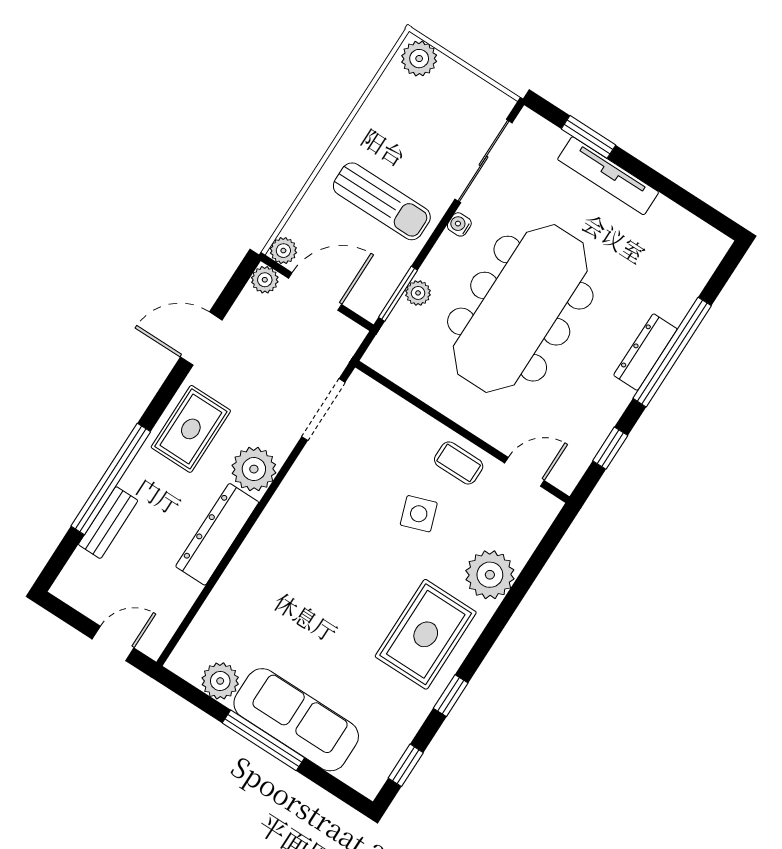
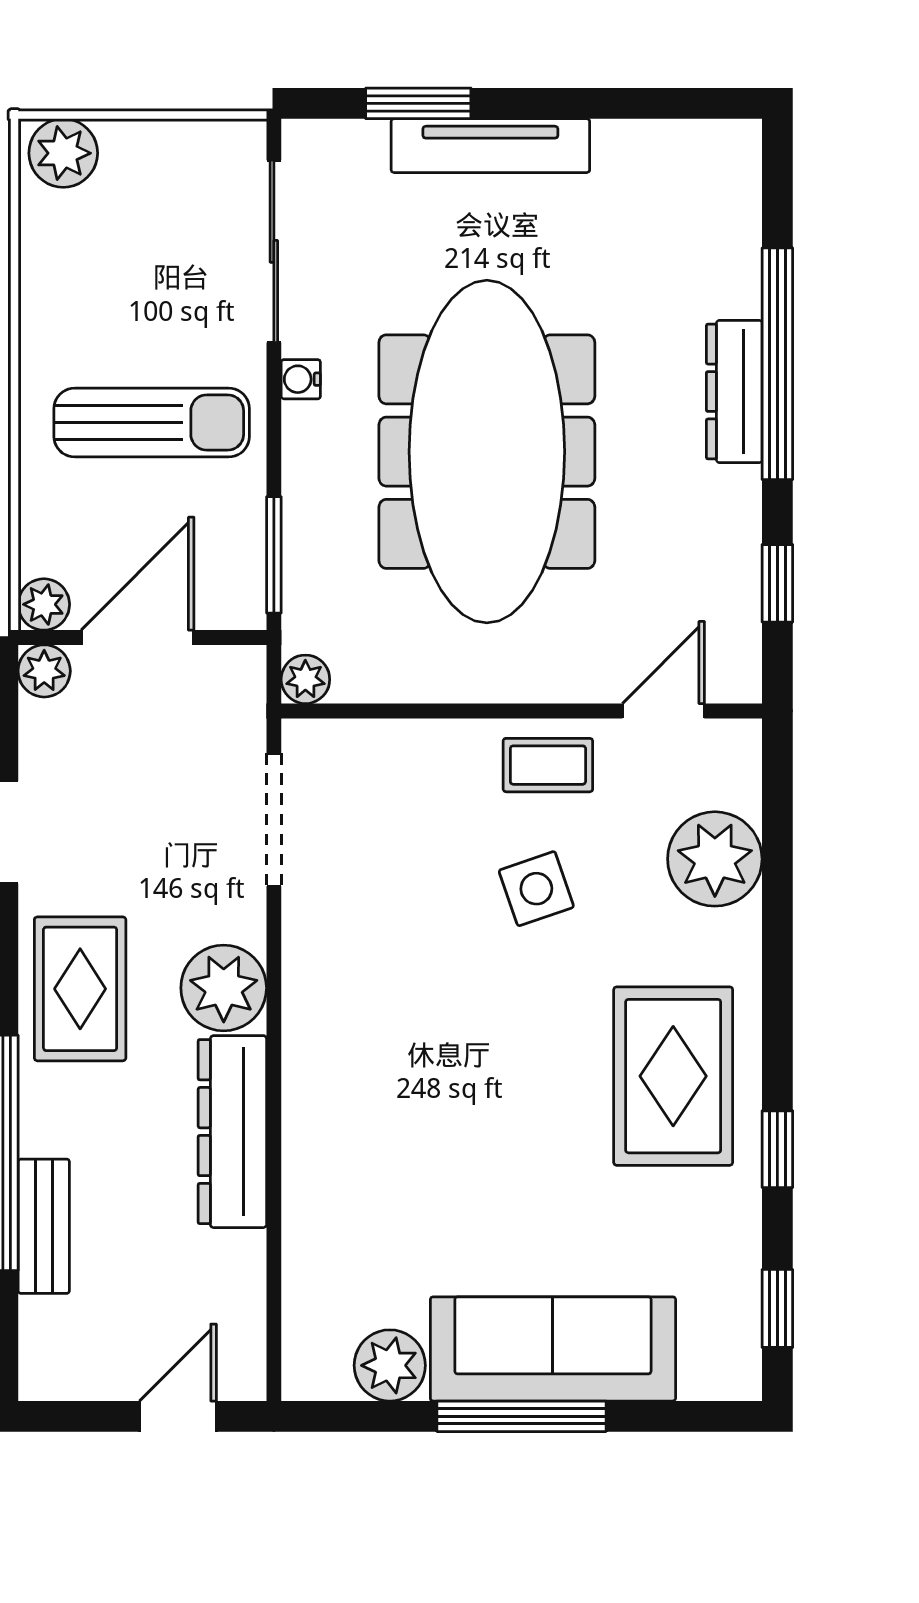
plant: (418, 293) -> (305, 679), moved
plant: (490, 575) -> (715, 859), moved

